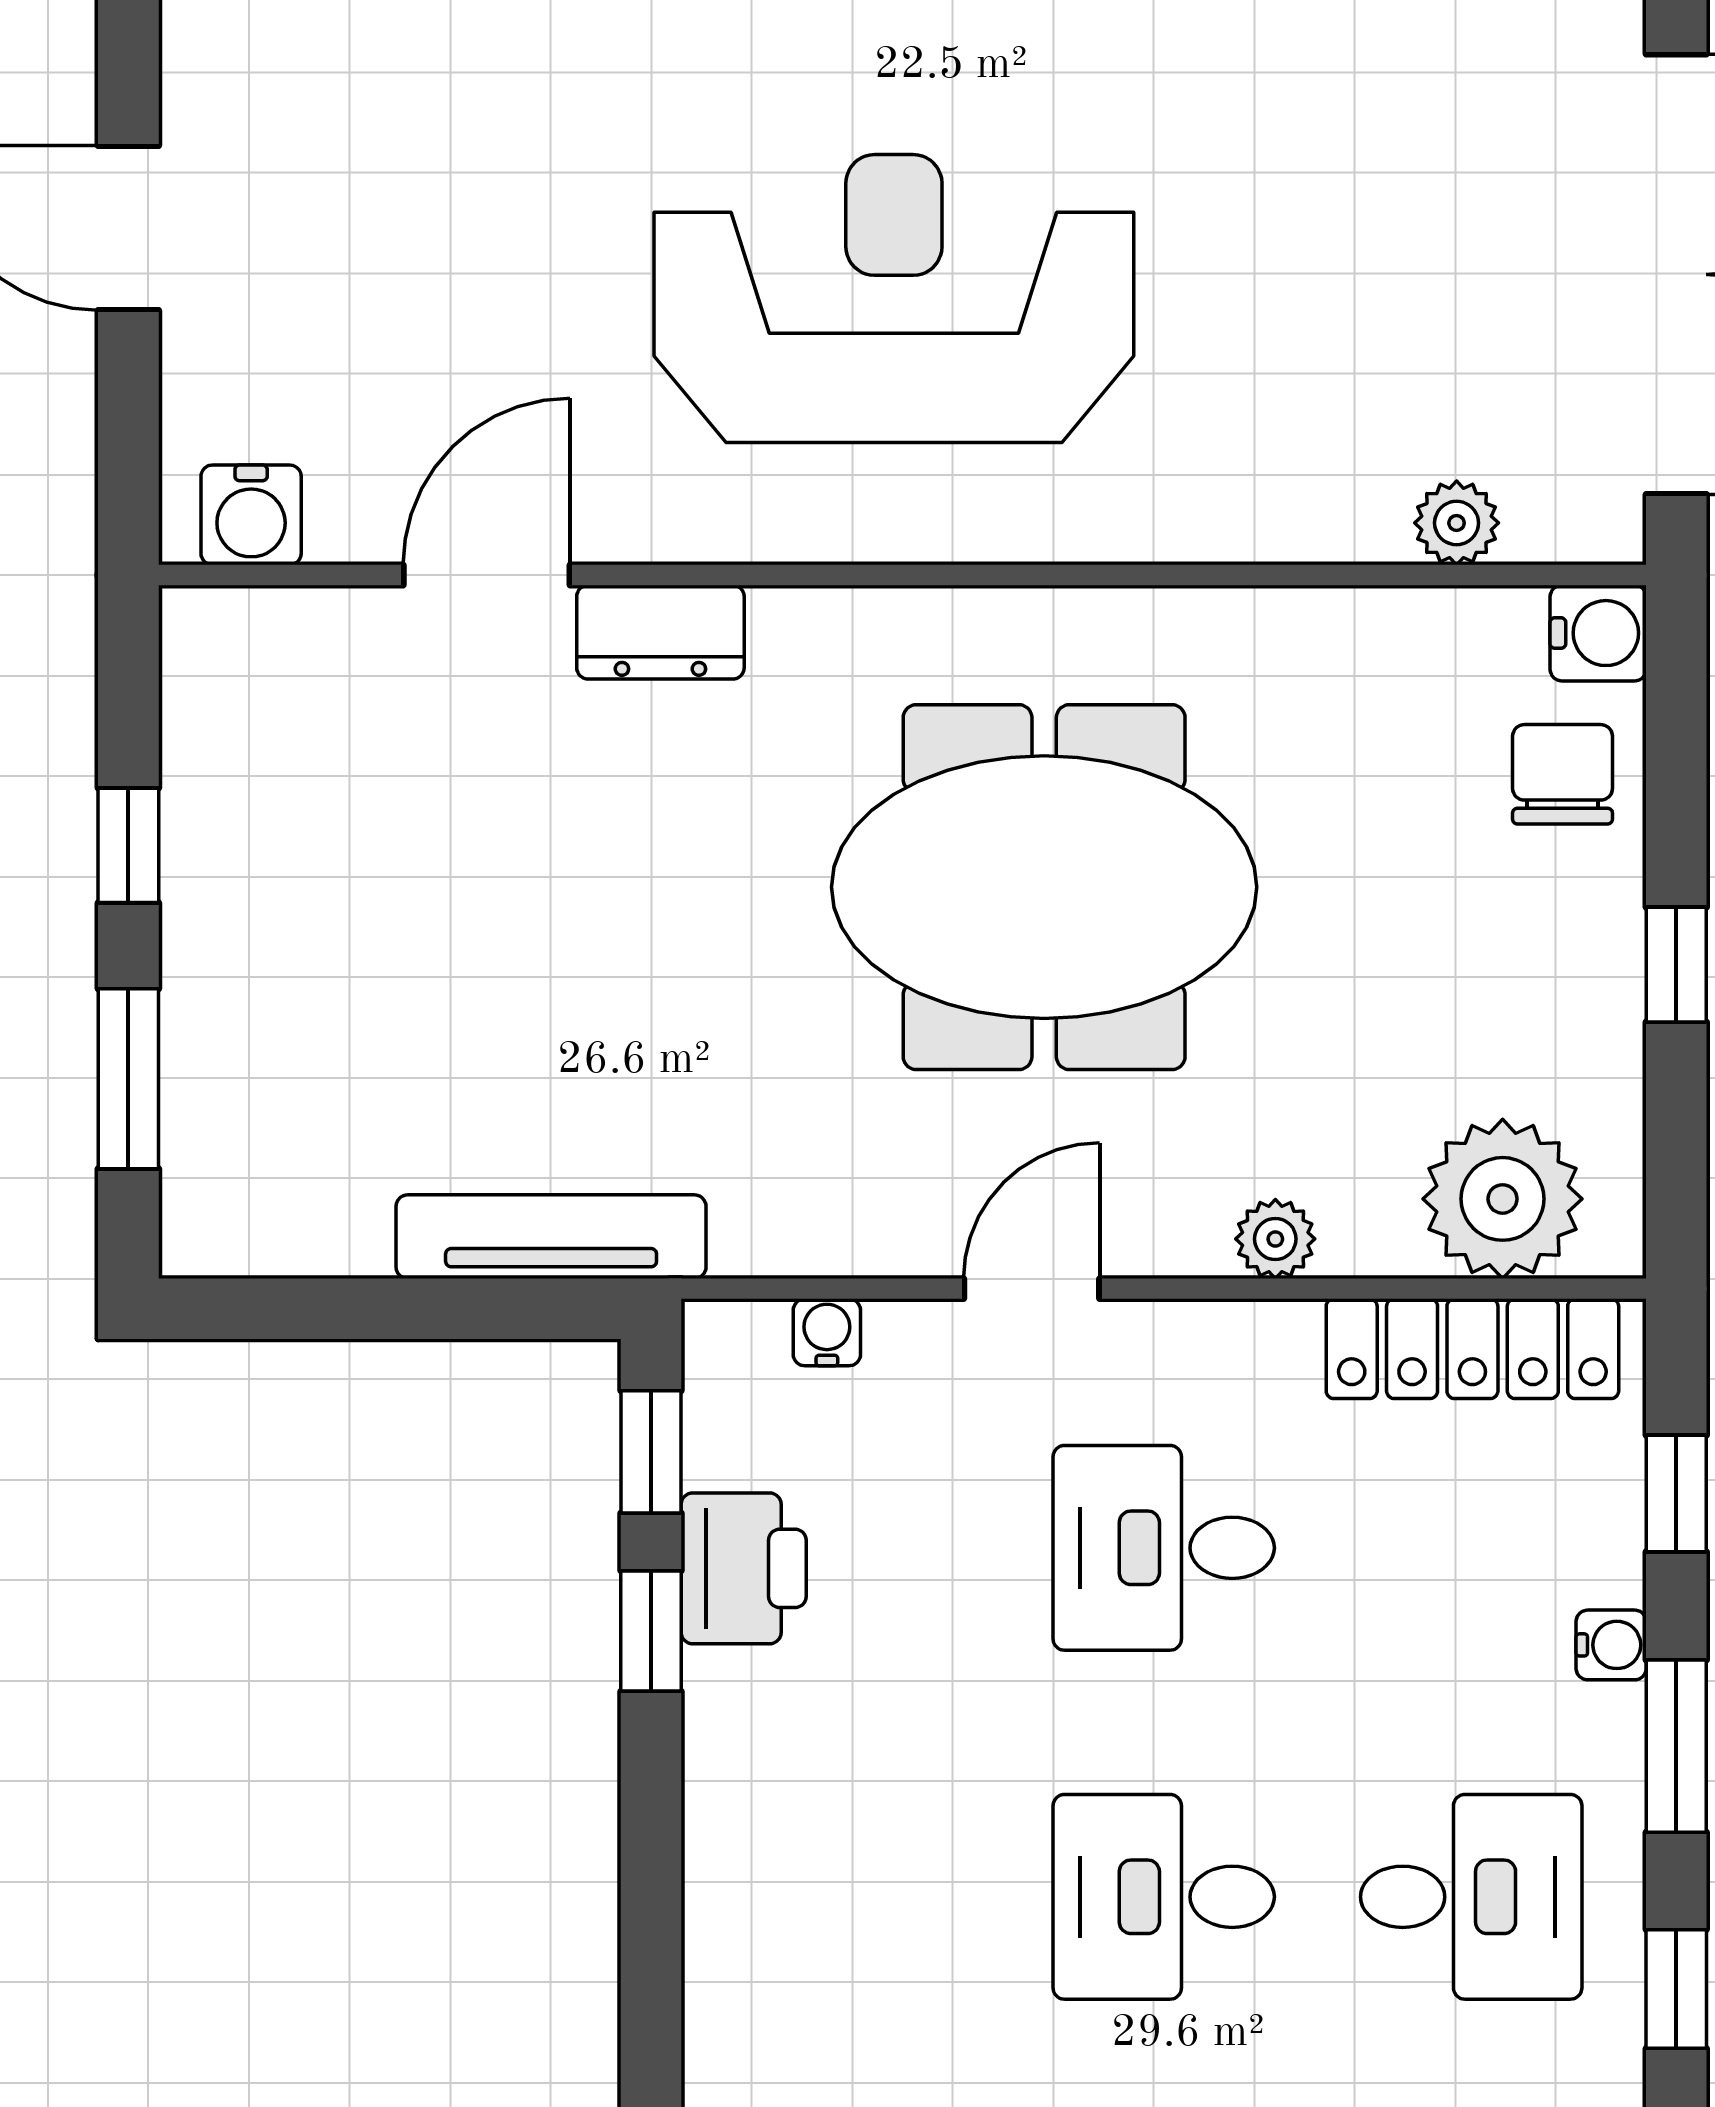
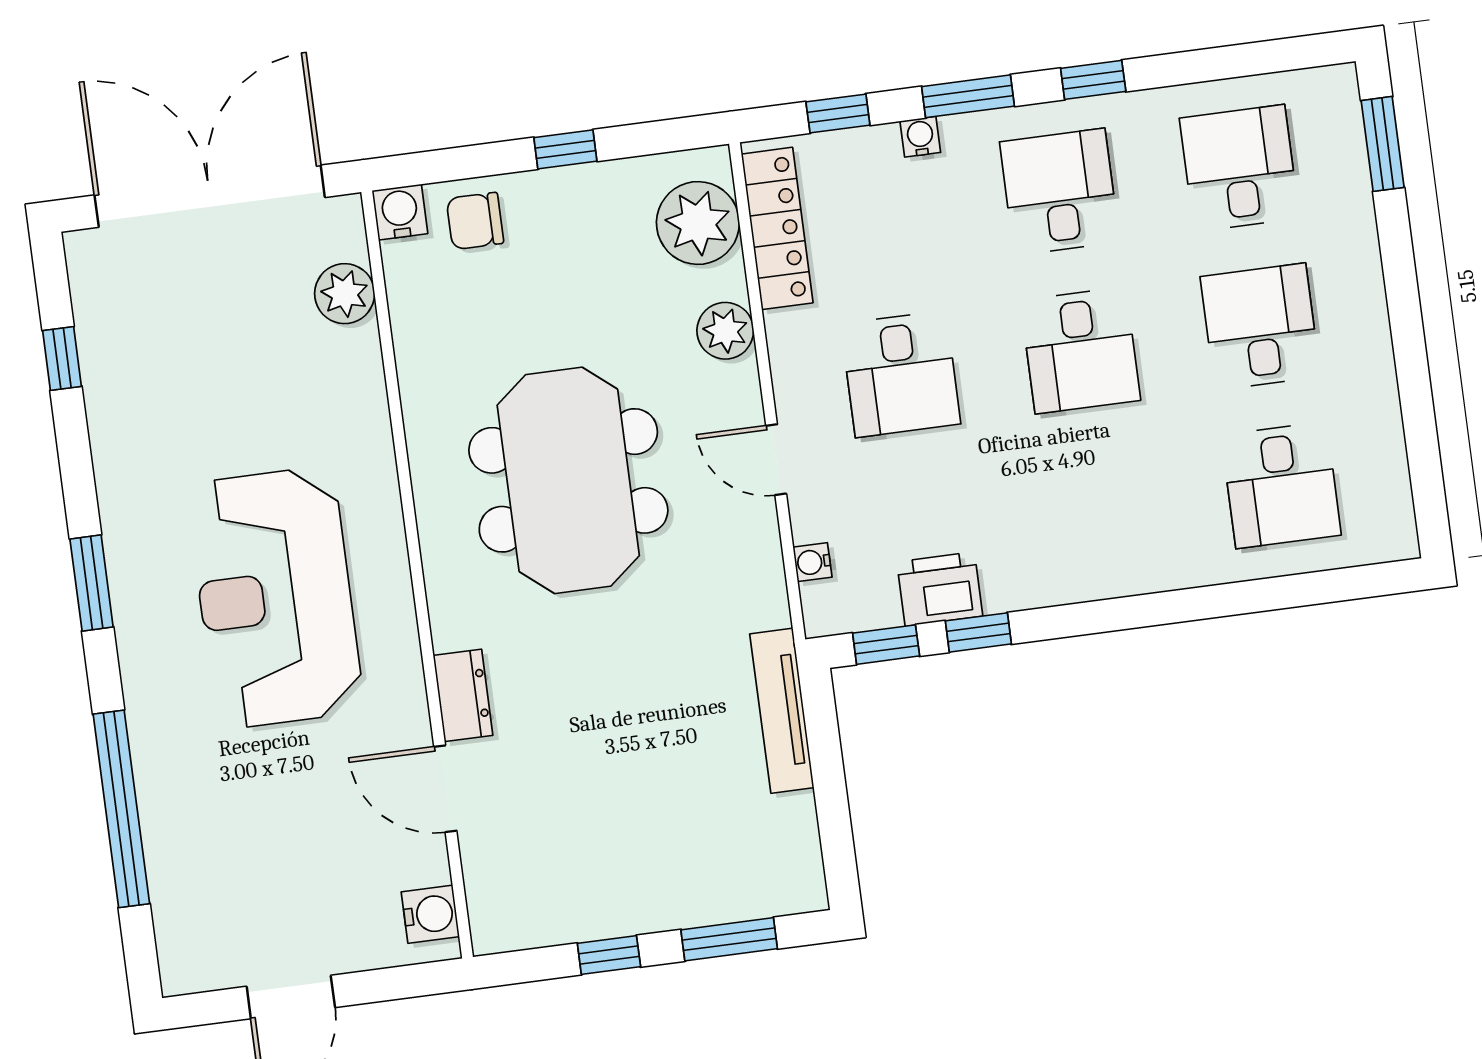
plant: (1457, 523) -> (345, 294), width x1.38, depth x1.38
plant: (1275, 1239) -> (725, 331), width x1.38, depth x1.38

